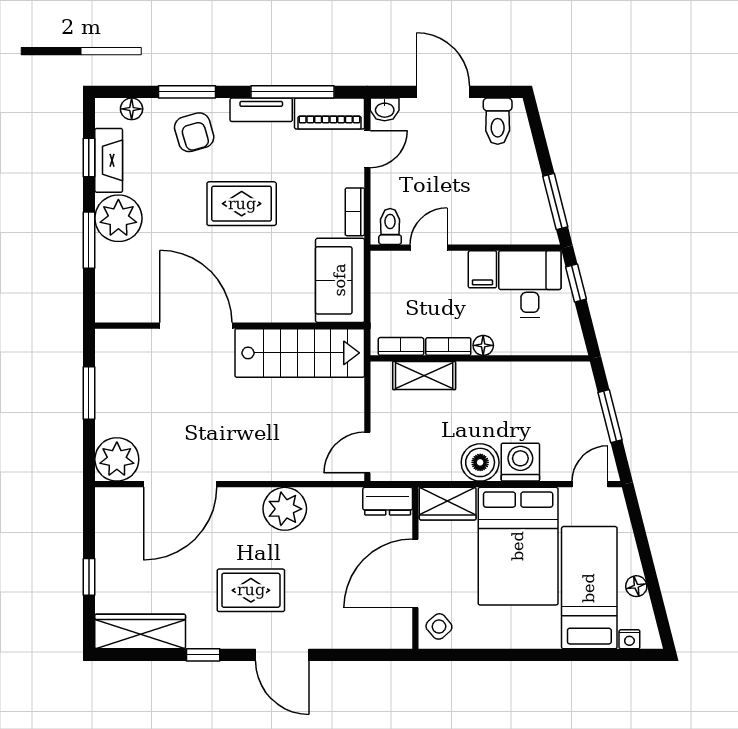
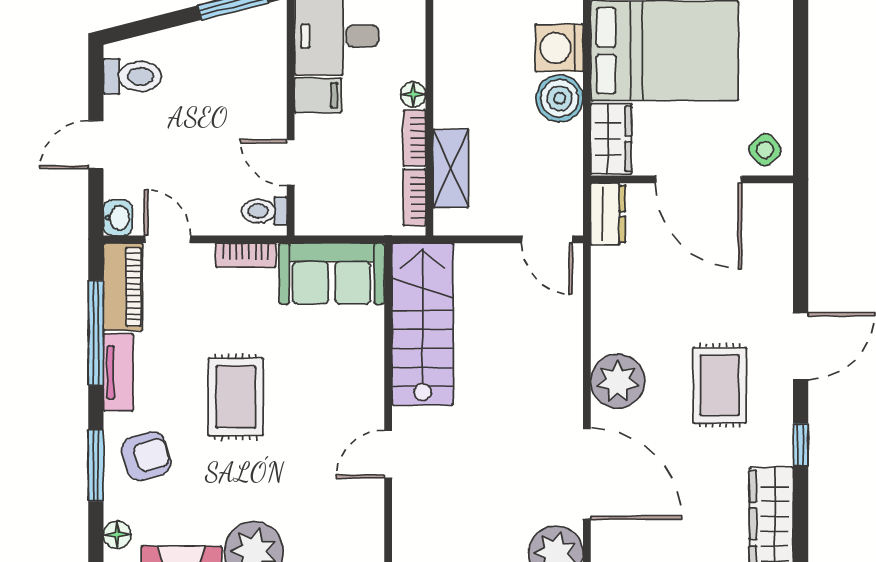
door: (443, 92) -> (96, 145), width x0.73
door: (196, 326) -> (388, 454), width x0.53
plant: (285, 509) -> (618, 381), moved

